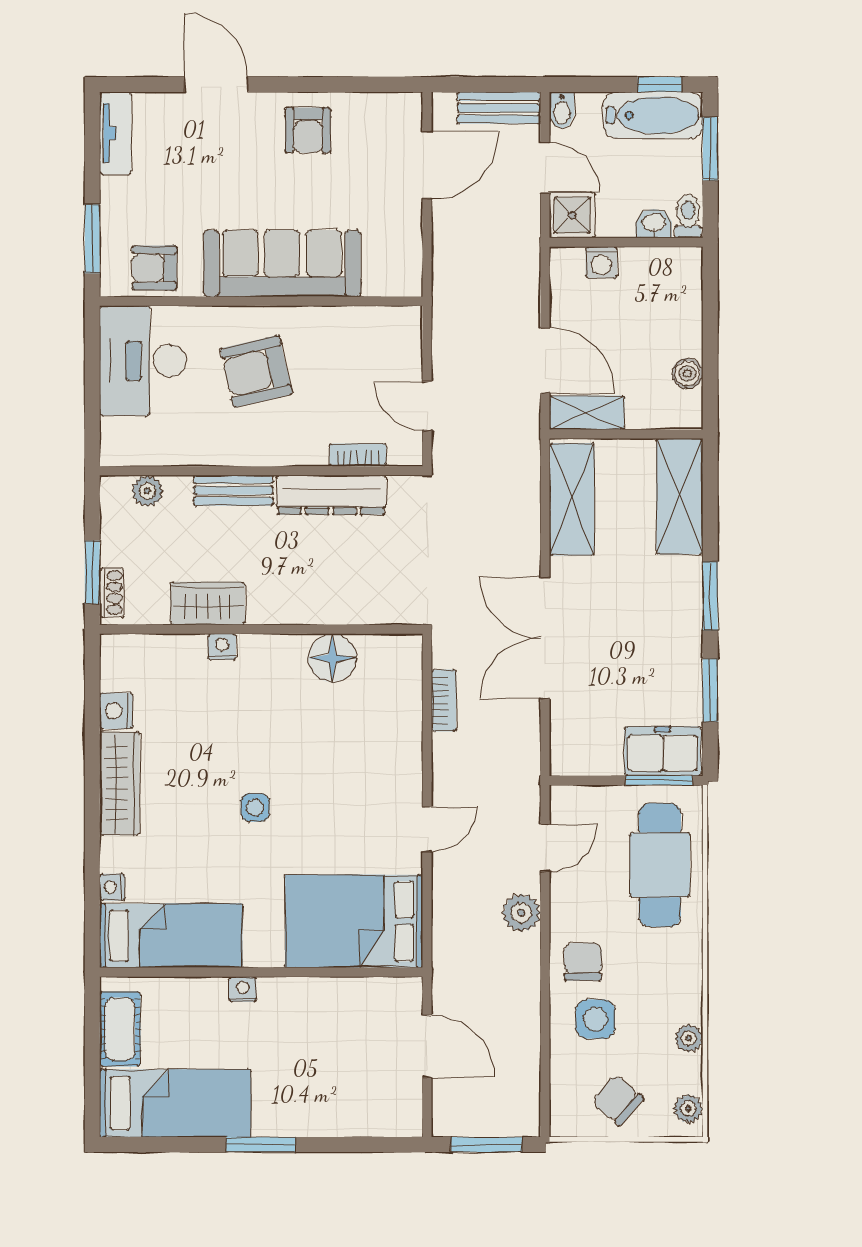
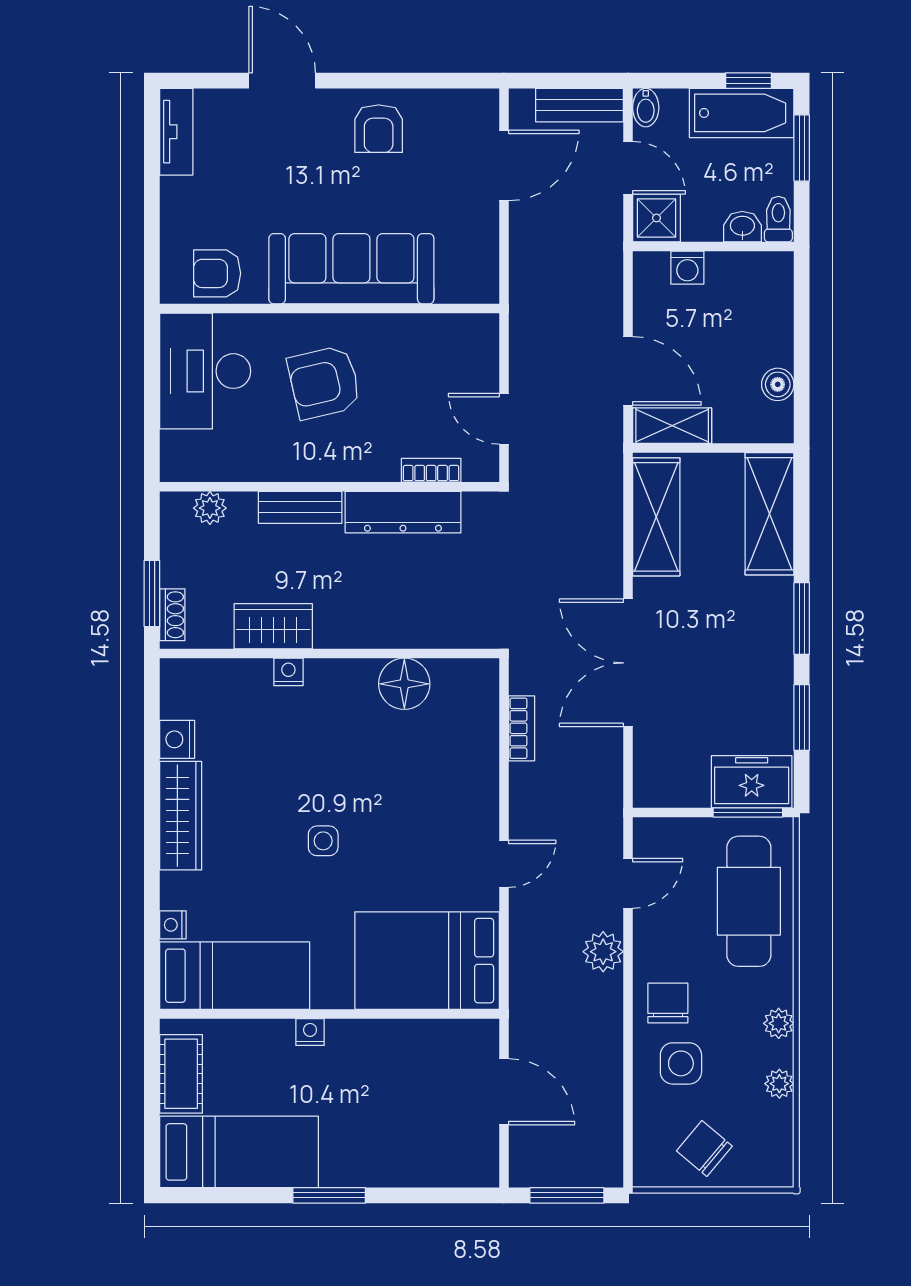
window: (92, 239) -> (152, 243), removed
plant: (688, 1109) -> (779, 1023), moved

